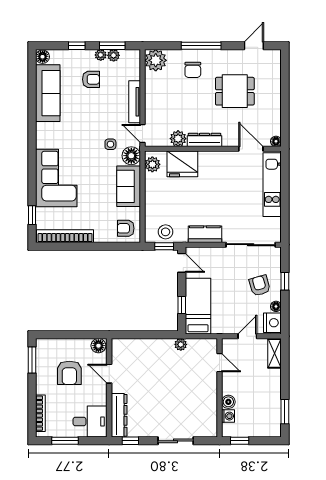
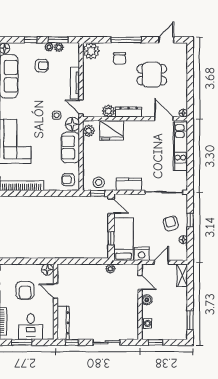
nightstand: (272, 323) -> (142, 254), moved, turned 90
boiler: (228, 402) -> (147, 300), moved
desk: (90, 421) -> (31, 327), moved, turned 90

